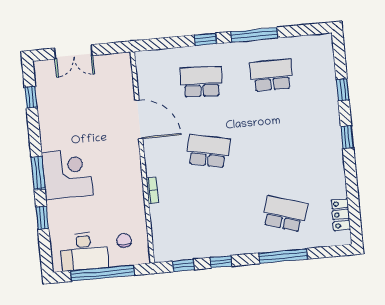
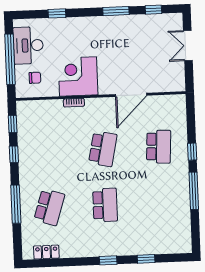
school desk: (271, 75) -> (105, 205), moved
window: (38, 173) -> (116, 11), moved
corner desk: (67, 174) -> (78, 76), moved, turned 180

